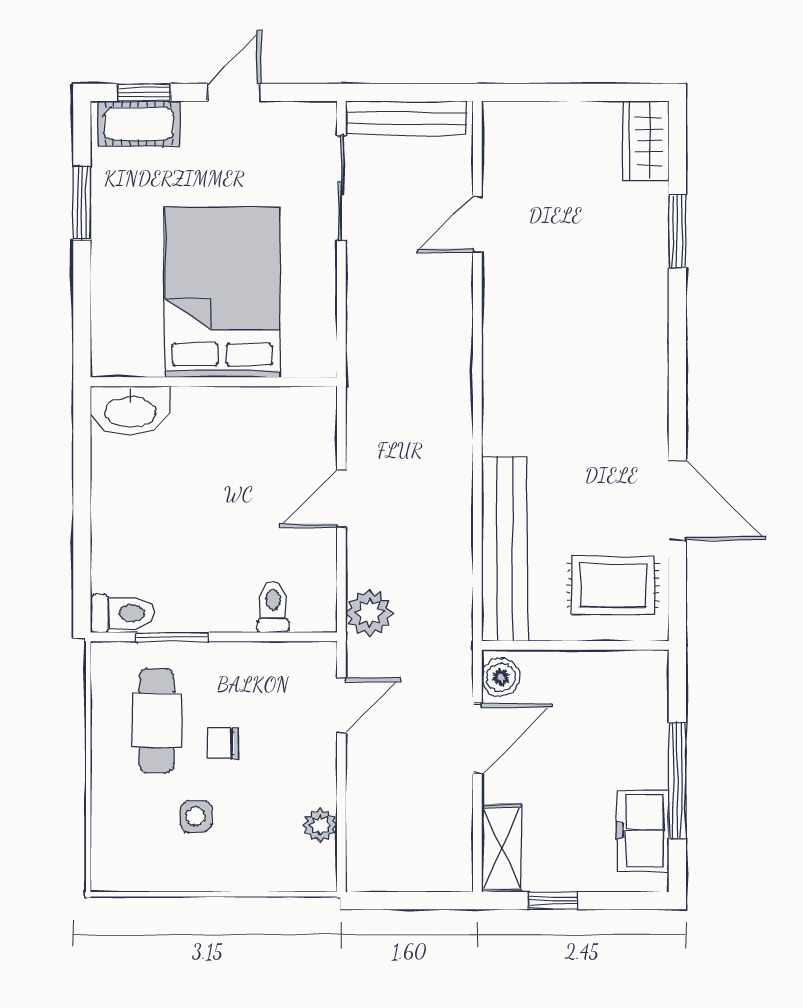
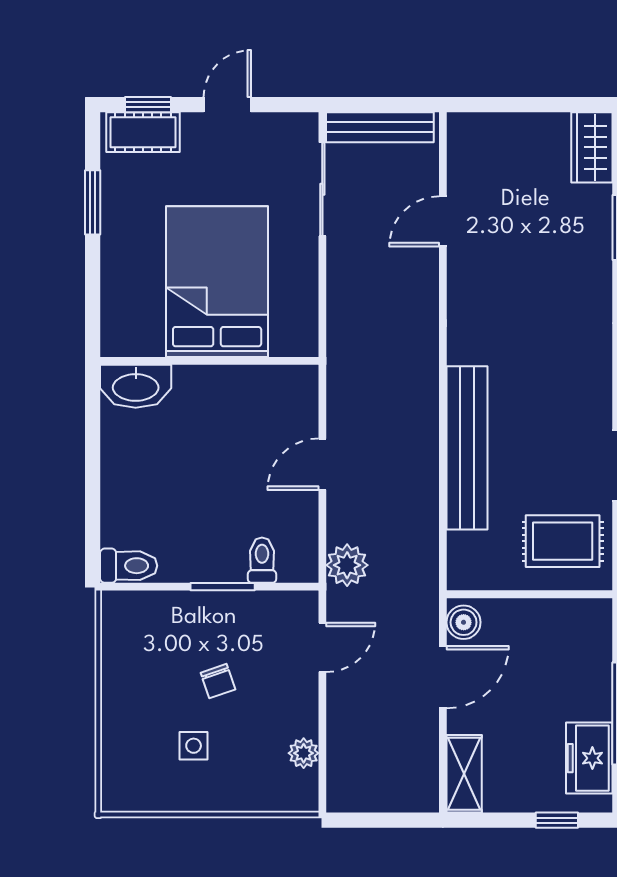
bench: (505, 549) -> (467, 448), moved
window: (172, 637) -> (223, 587), moved
cafe table: (157, 721) -> (159, 661), removed
chair: (223, 744) -> (218, 681), turned -109
window: (553, 901) -> (557, 820), moved

